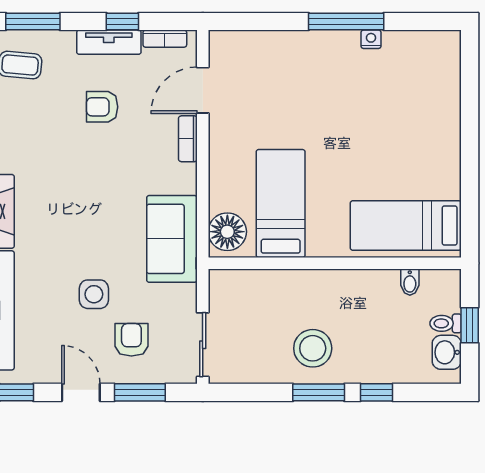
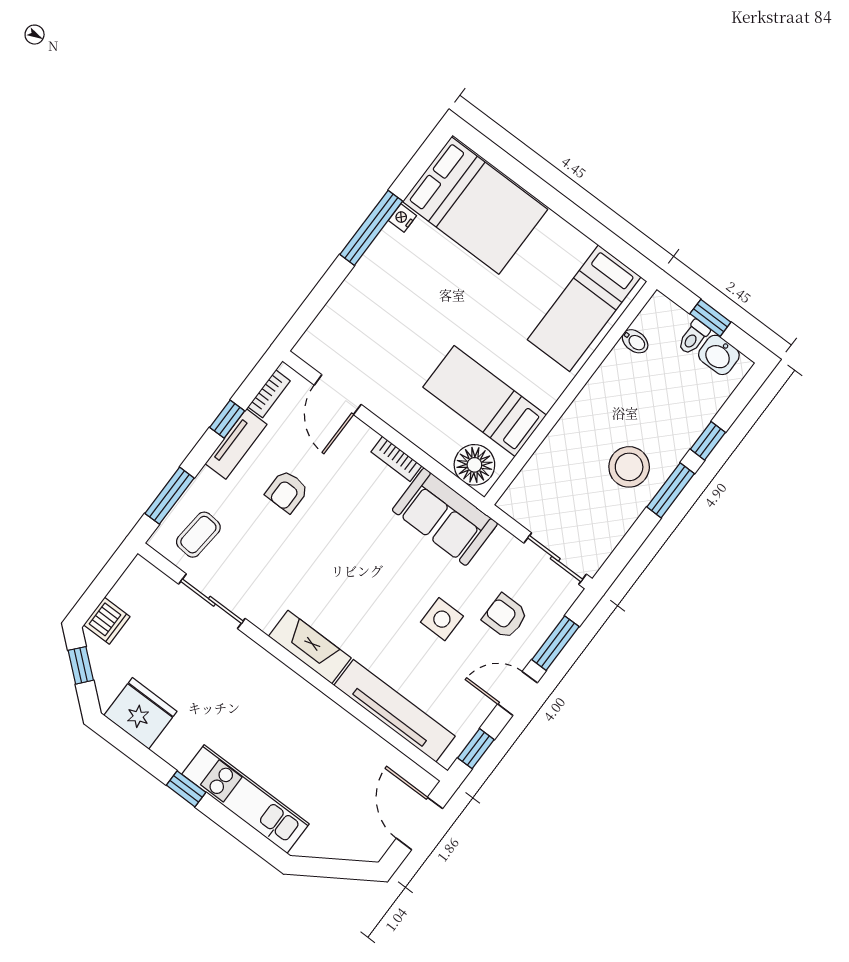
bed: (421, 86) -> (475, 205), added
bookcase: (188, 139) -> (396, 459), moved

